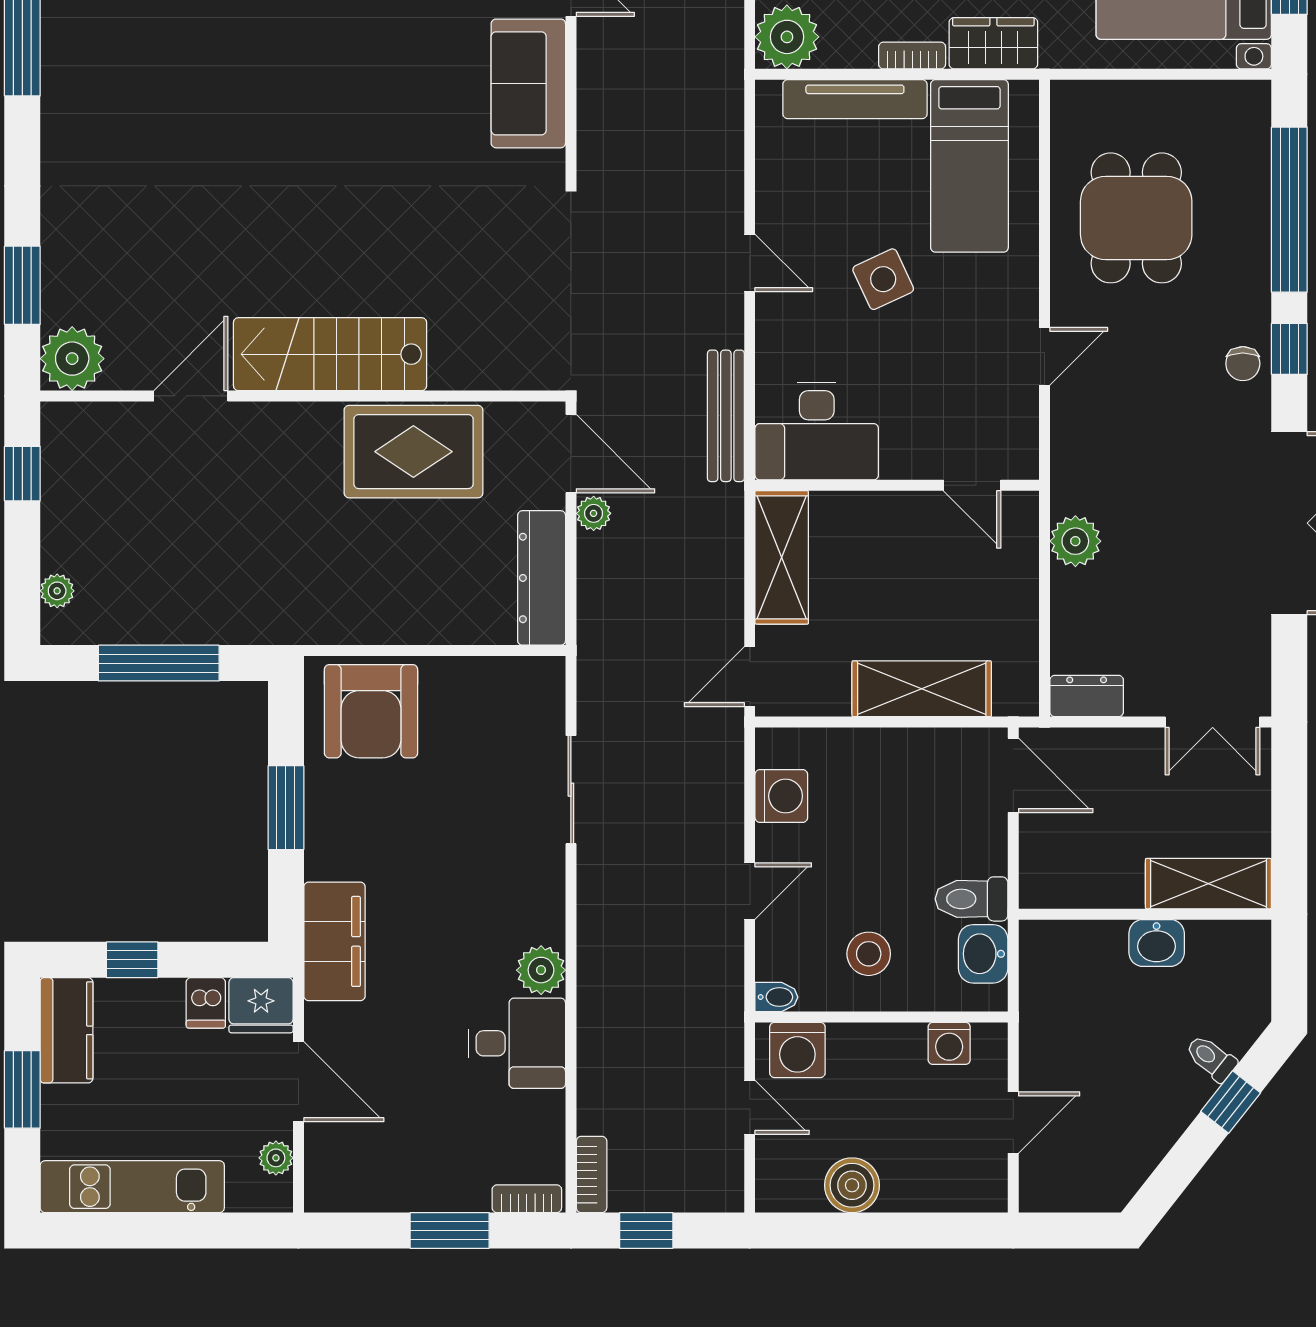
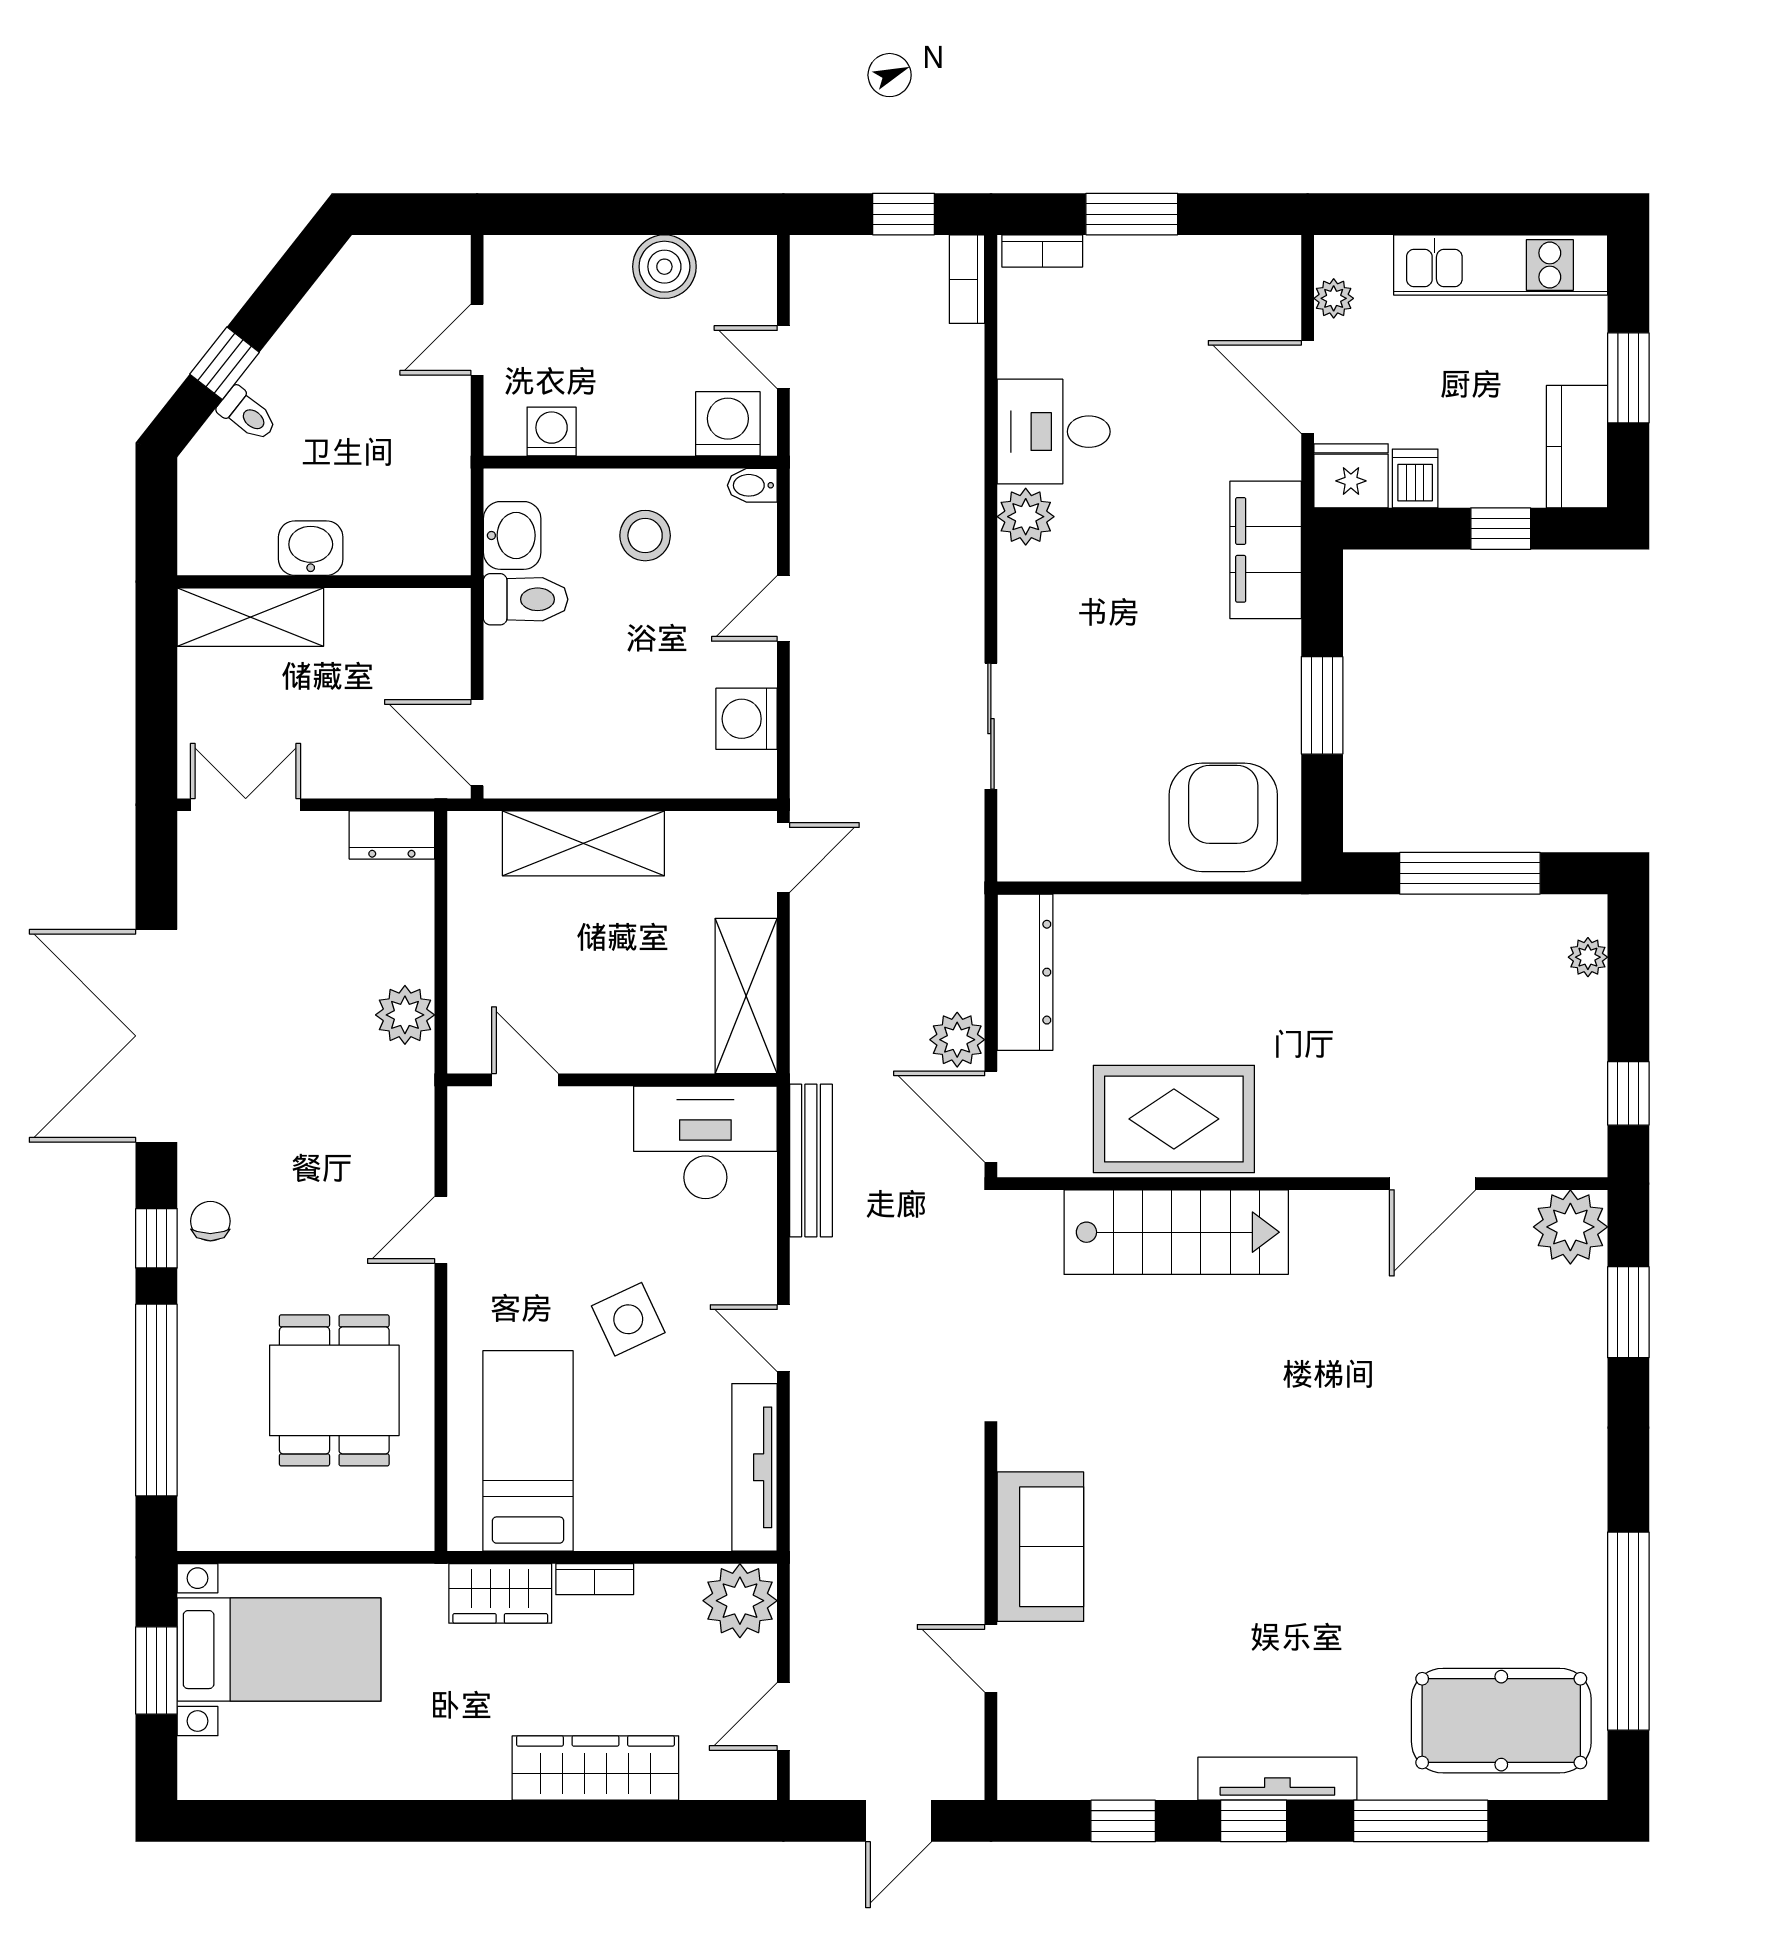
tv unit: (855, 99) -> (754, 1467), moved, turned -90
stairs: (330, 354) -> (1176, 1232), moved
plant: (594, 513) -> (957, 1040), width x1.38, depth x1.38

